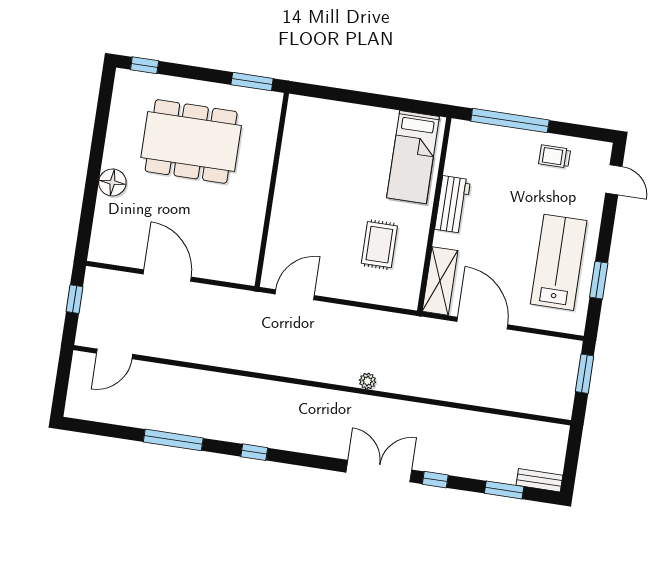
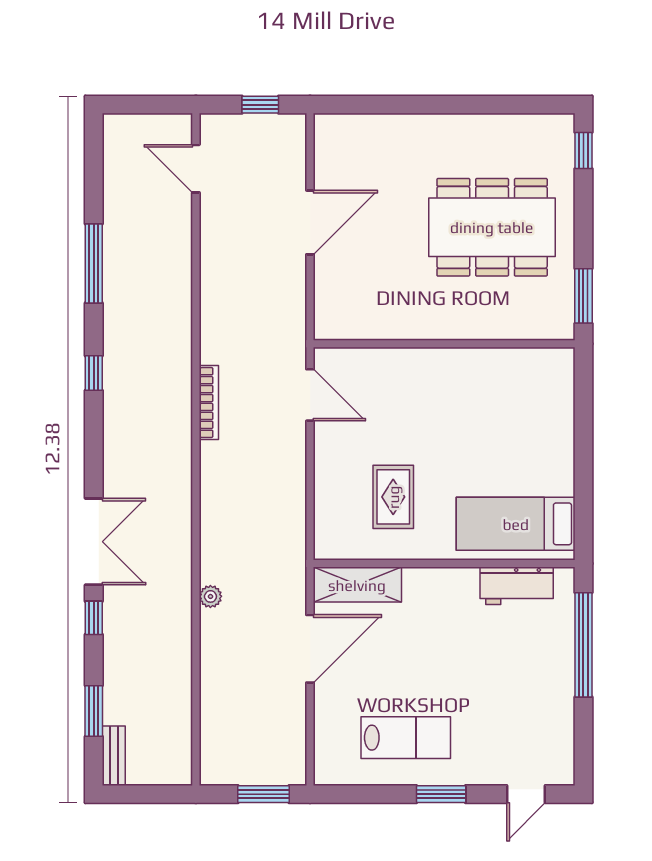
dining table: (191, 141) -> (492, 227), turned 90
trolley: (555, 156) -> (545, 711), removed
floor lamp: (112, 182) -> (422, 131), removed
workbench: (453, 204) -> (517, 586), moved
rug: (379, 245) -> (393, 497), turned 90
lab bench: (559, 262) -> (406, 738), width x0.73, depth x0.72
window: (599, 280) -> (441, 794), moved
bookcase: (289, 370) -> (209, 403), added
plant: (368, 381) -> (210, 596), moved

